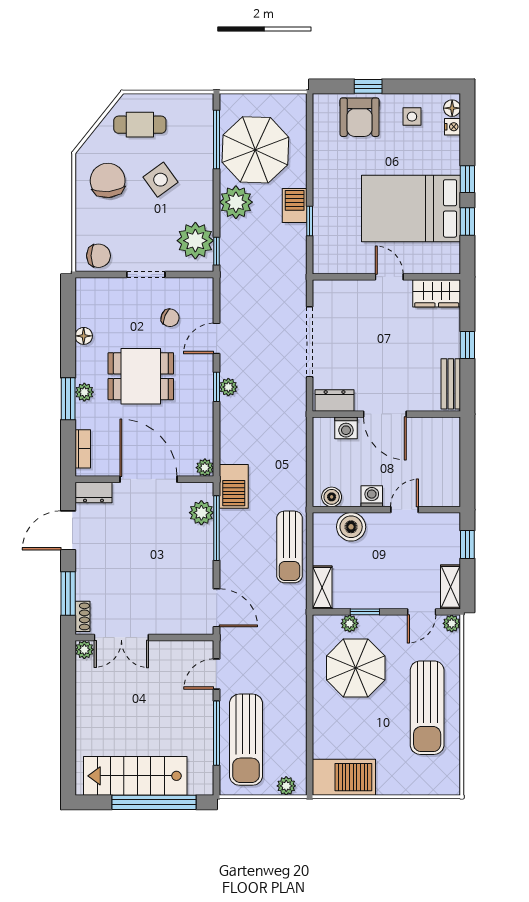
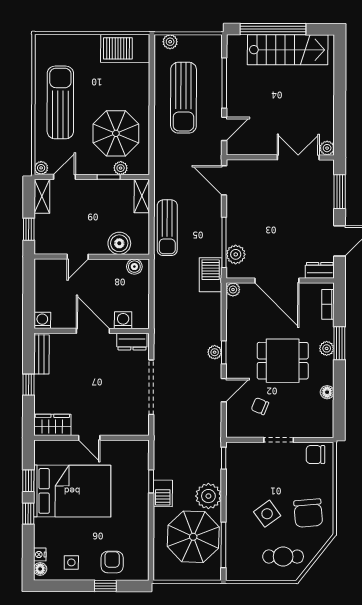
armchair: (360, 117) -> (112, 562), width x0.72, depth x0.72
plant: (195, 241) -> (240, 466), removed
washing machine: (372, 496) -> (42, 320), moved, turned 180
sun lounger: (289, 547) -> (167, 228), turned 180
shoe rack: (82, 616) -> (328, 174), removed
sun lounger: (246, 740) -> (184, 98), moved, turned 180

